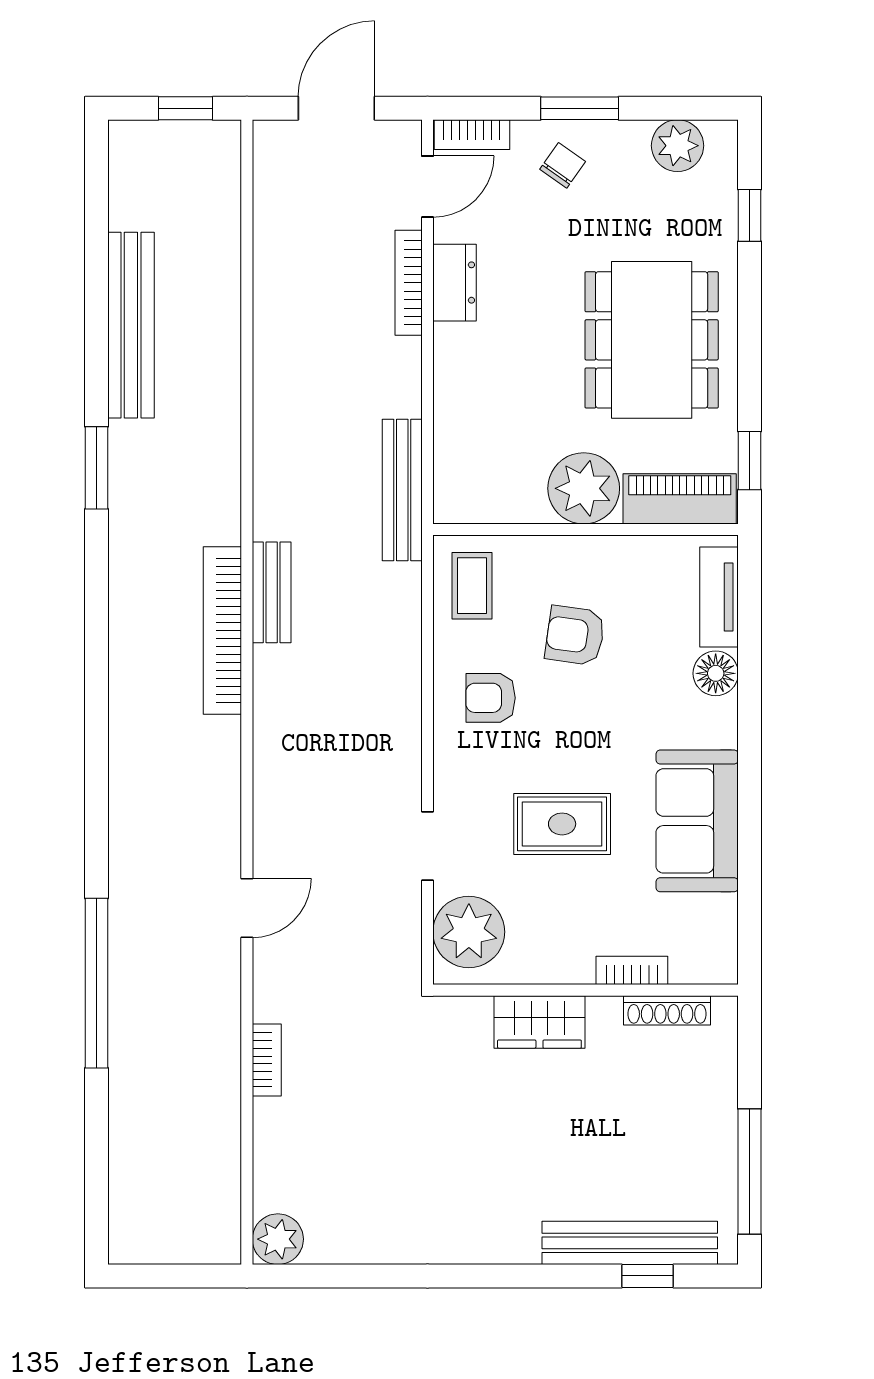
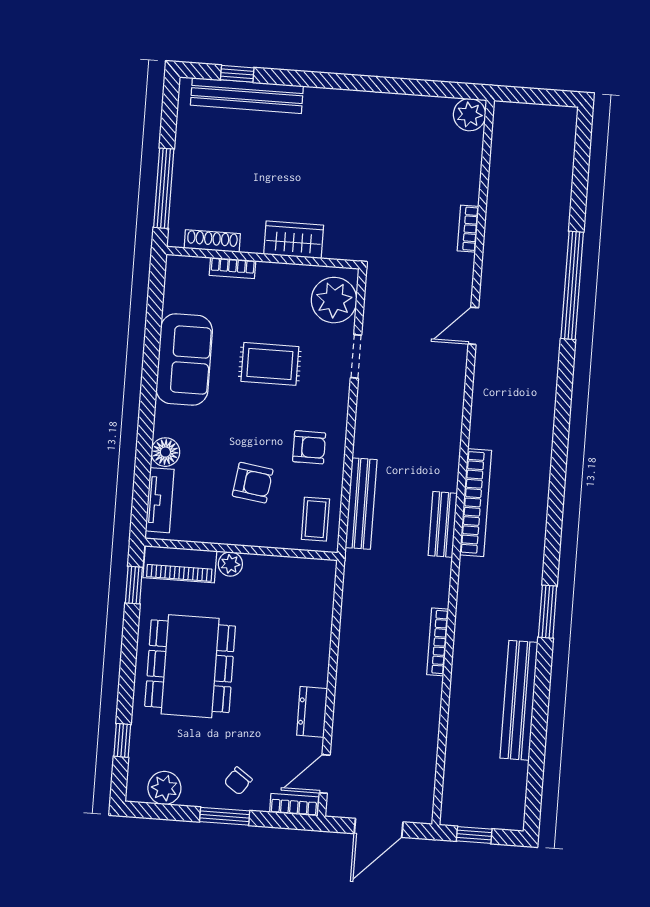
bookcase: (409, 283) -> (438, 642), moved, turned 180
plant: (584, 488) -> (230, 564), width x0.53, depth x0.53
bench: (402, 490) -> (361, 504), moved
window: (749, 1172) -> (164, 188), moved

